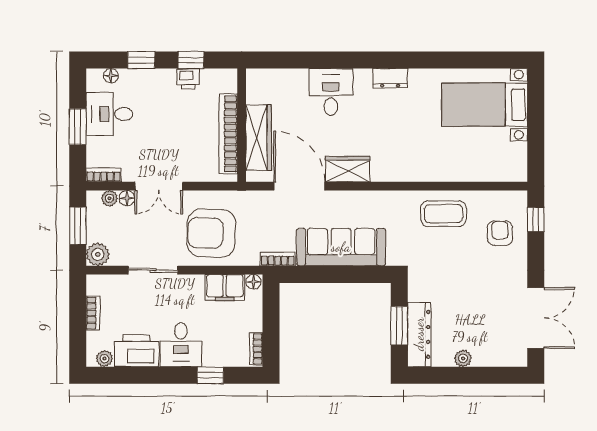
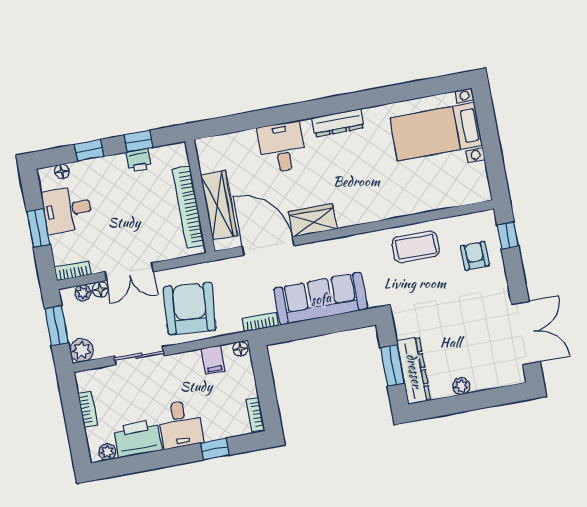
dresser: (390, 78) -> (338, 123), width x1.44
armchair: (211, 233) -> (190, 308), turned 93
filing cabinet: (225, 287) -> (213, 360), width x0.50

